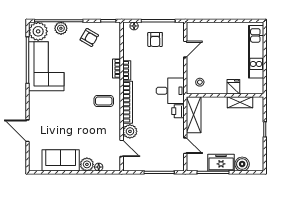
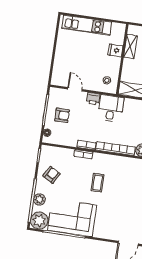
coffee table: (104, 101) -> (98, 183), moved
printer: (178, 111) -> (93, 99), moved

